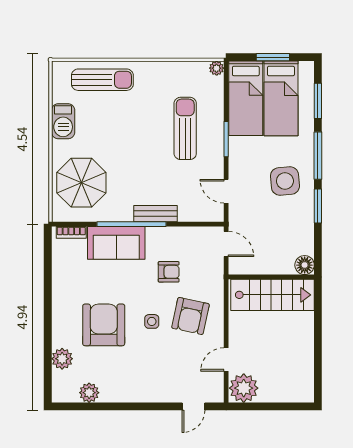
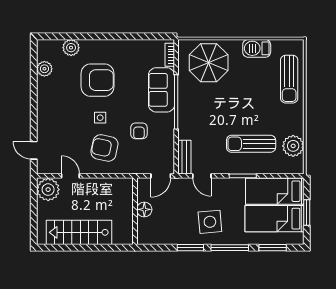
plant: (217, 68) -> (293, 146), moved, width x1.88, depth x1.88
sun lounger: (185, 128) -> (251, 144), turned 180
door: (226, 191) -> (202, 176), swing flipped
bench: (155, 214) -> (184, 157), moved
floor lamp: (305, 265) -> (144, 209), moved
stairs: (273, 295) -> (79, 232), moved, turned 90

